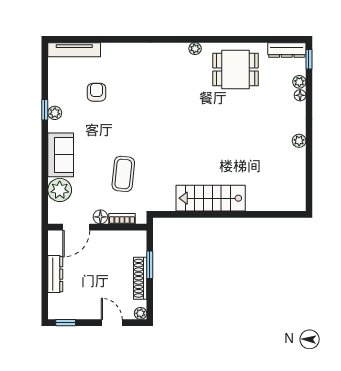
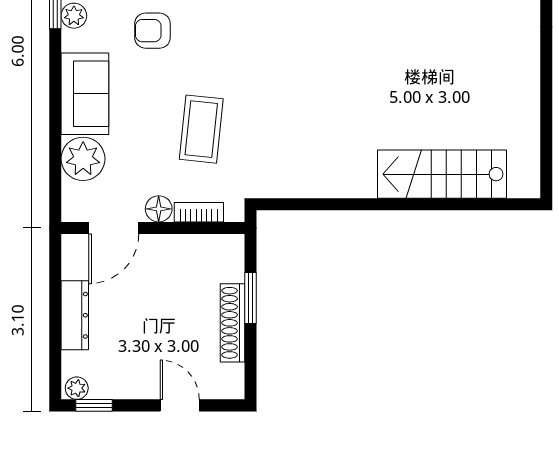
armchair: (97, 121) -> (152, 31), added
plant: (299, 141) -> (528, 67), removed
stairs: (211, 198) -> (442, 174), moved
plant: (141, 313) -> (77, 388), moved

